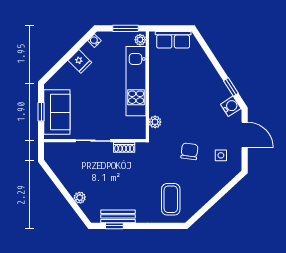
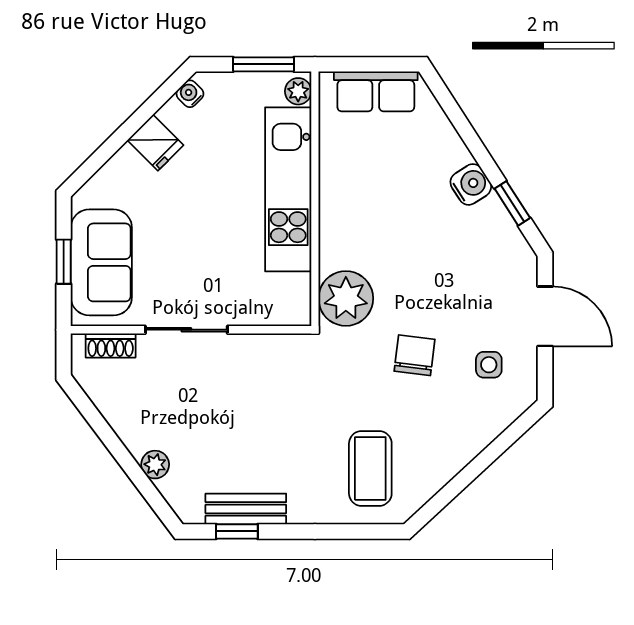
water cooler: (231, 106) -> (471, 184), moved
plant: (155, 122) -> (346, 298), width x1.88, depth x1.88
shoe rack: (124, 147) -> (111, 345), moved

